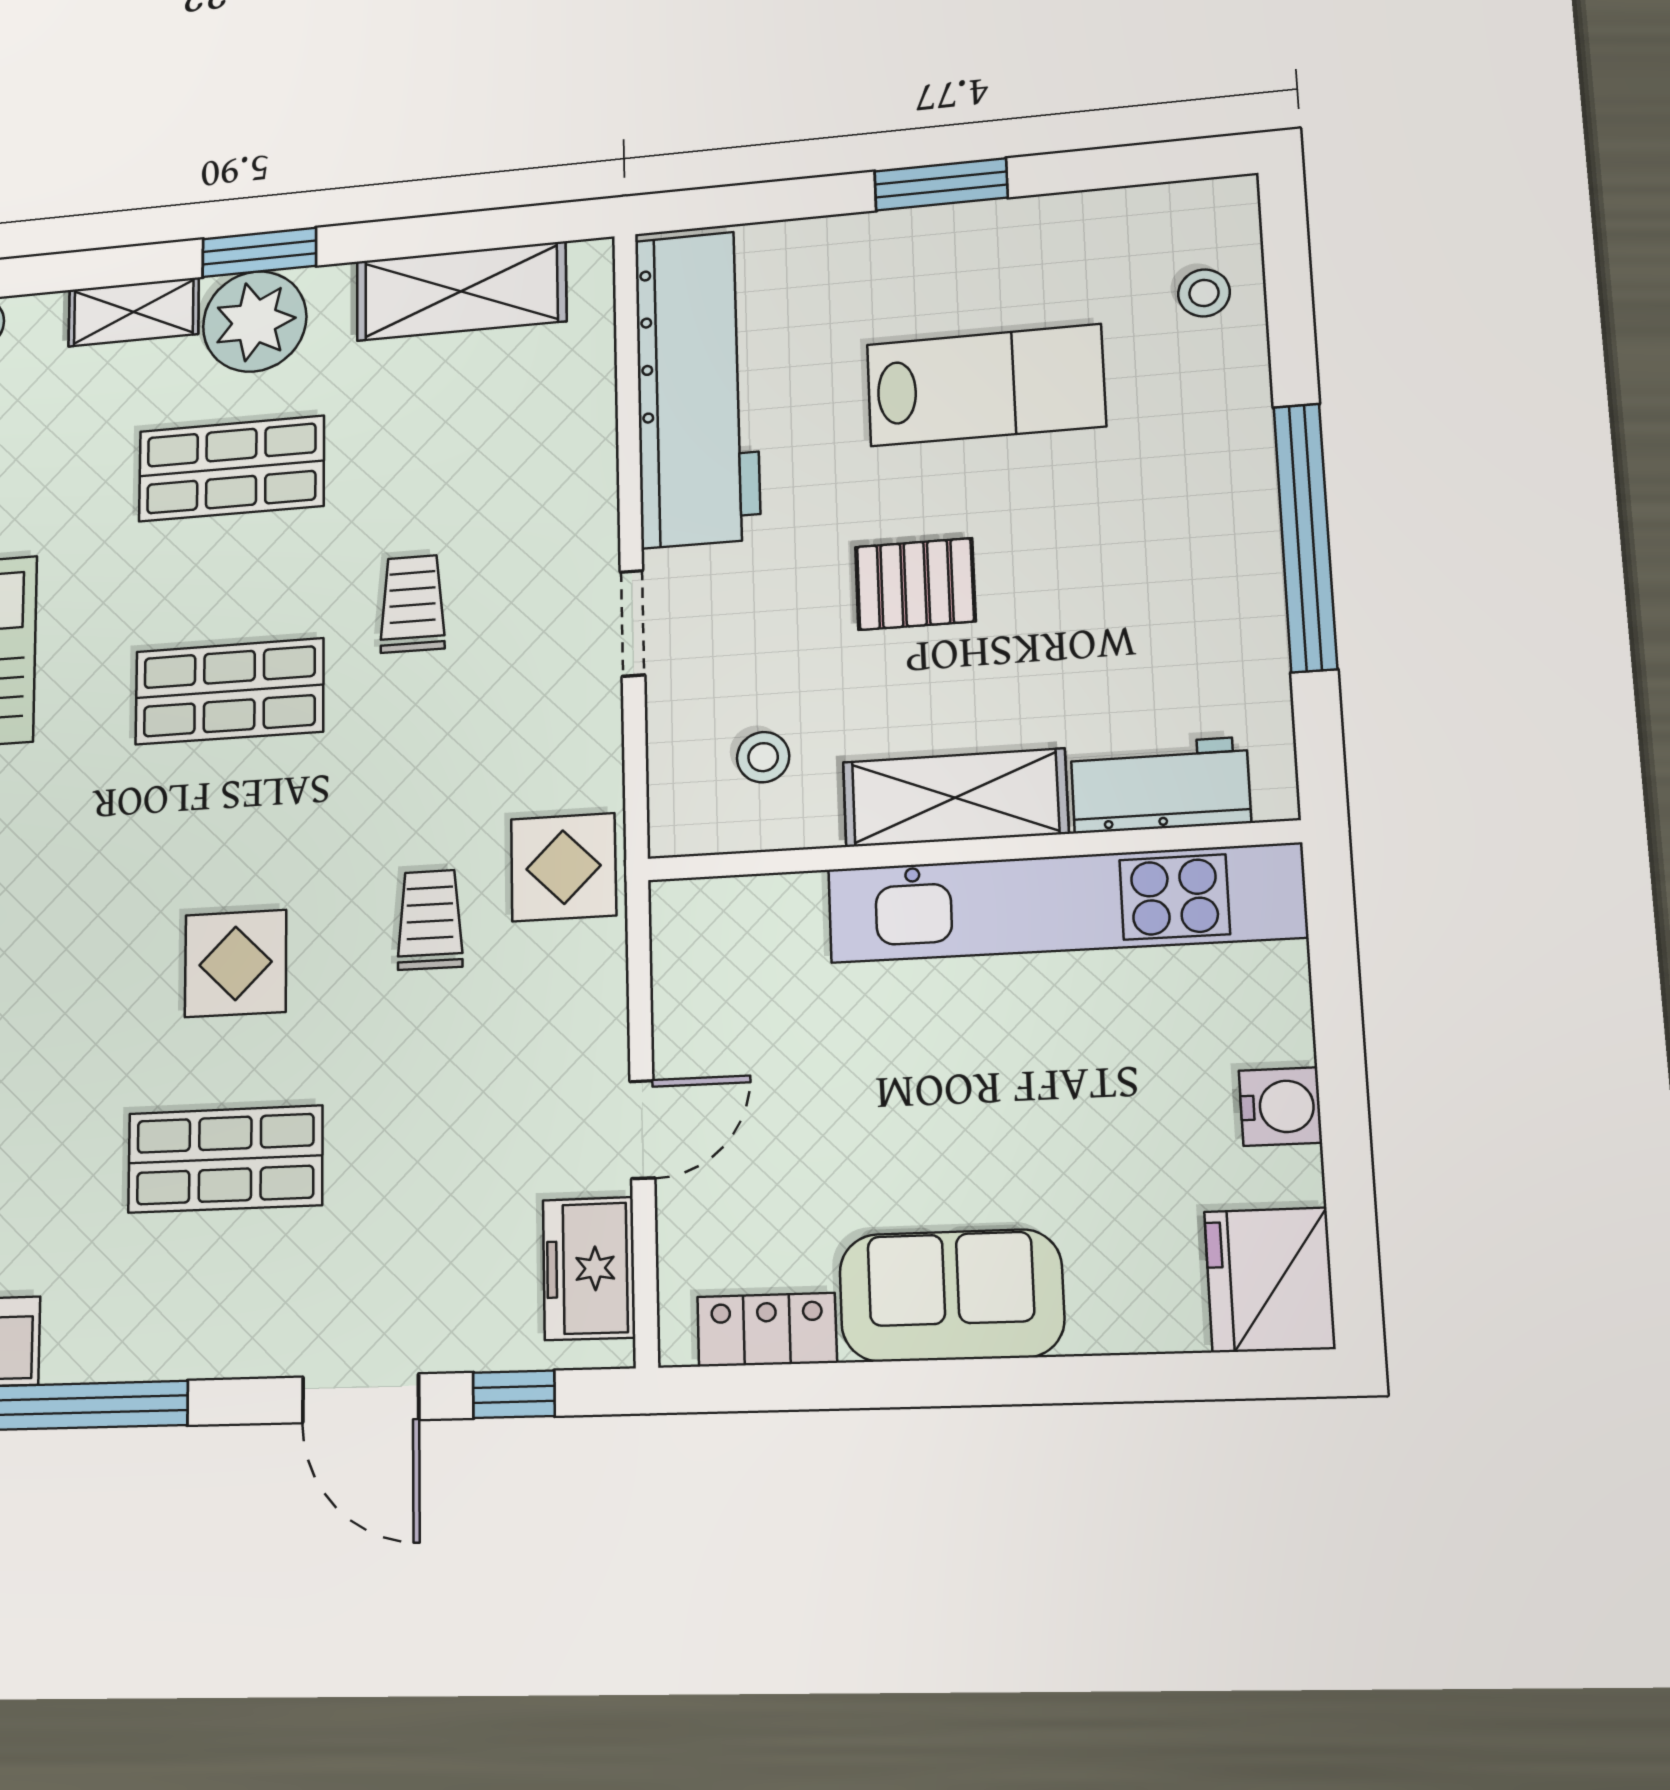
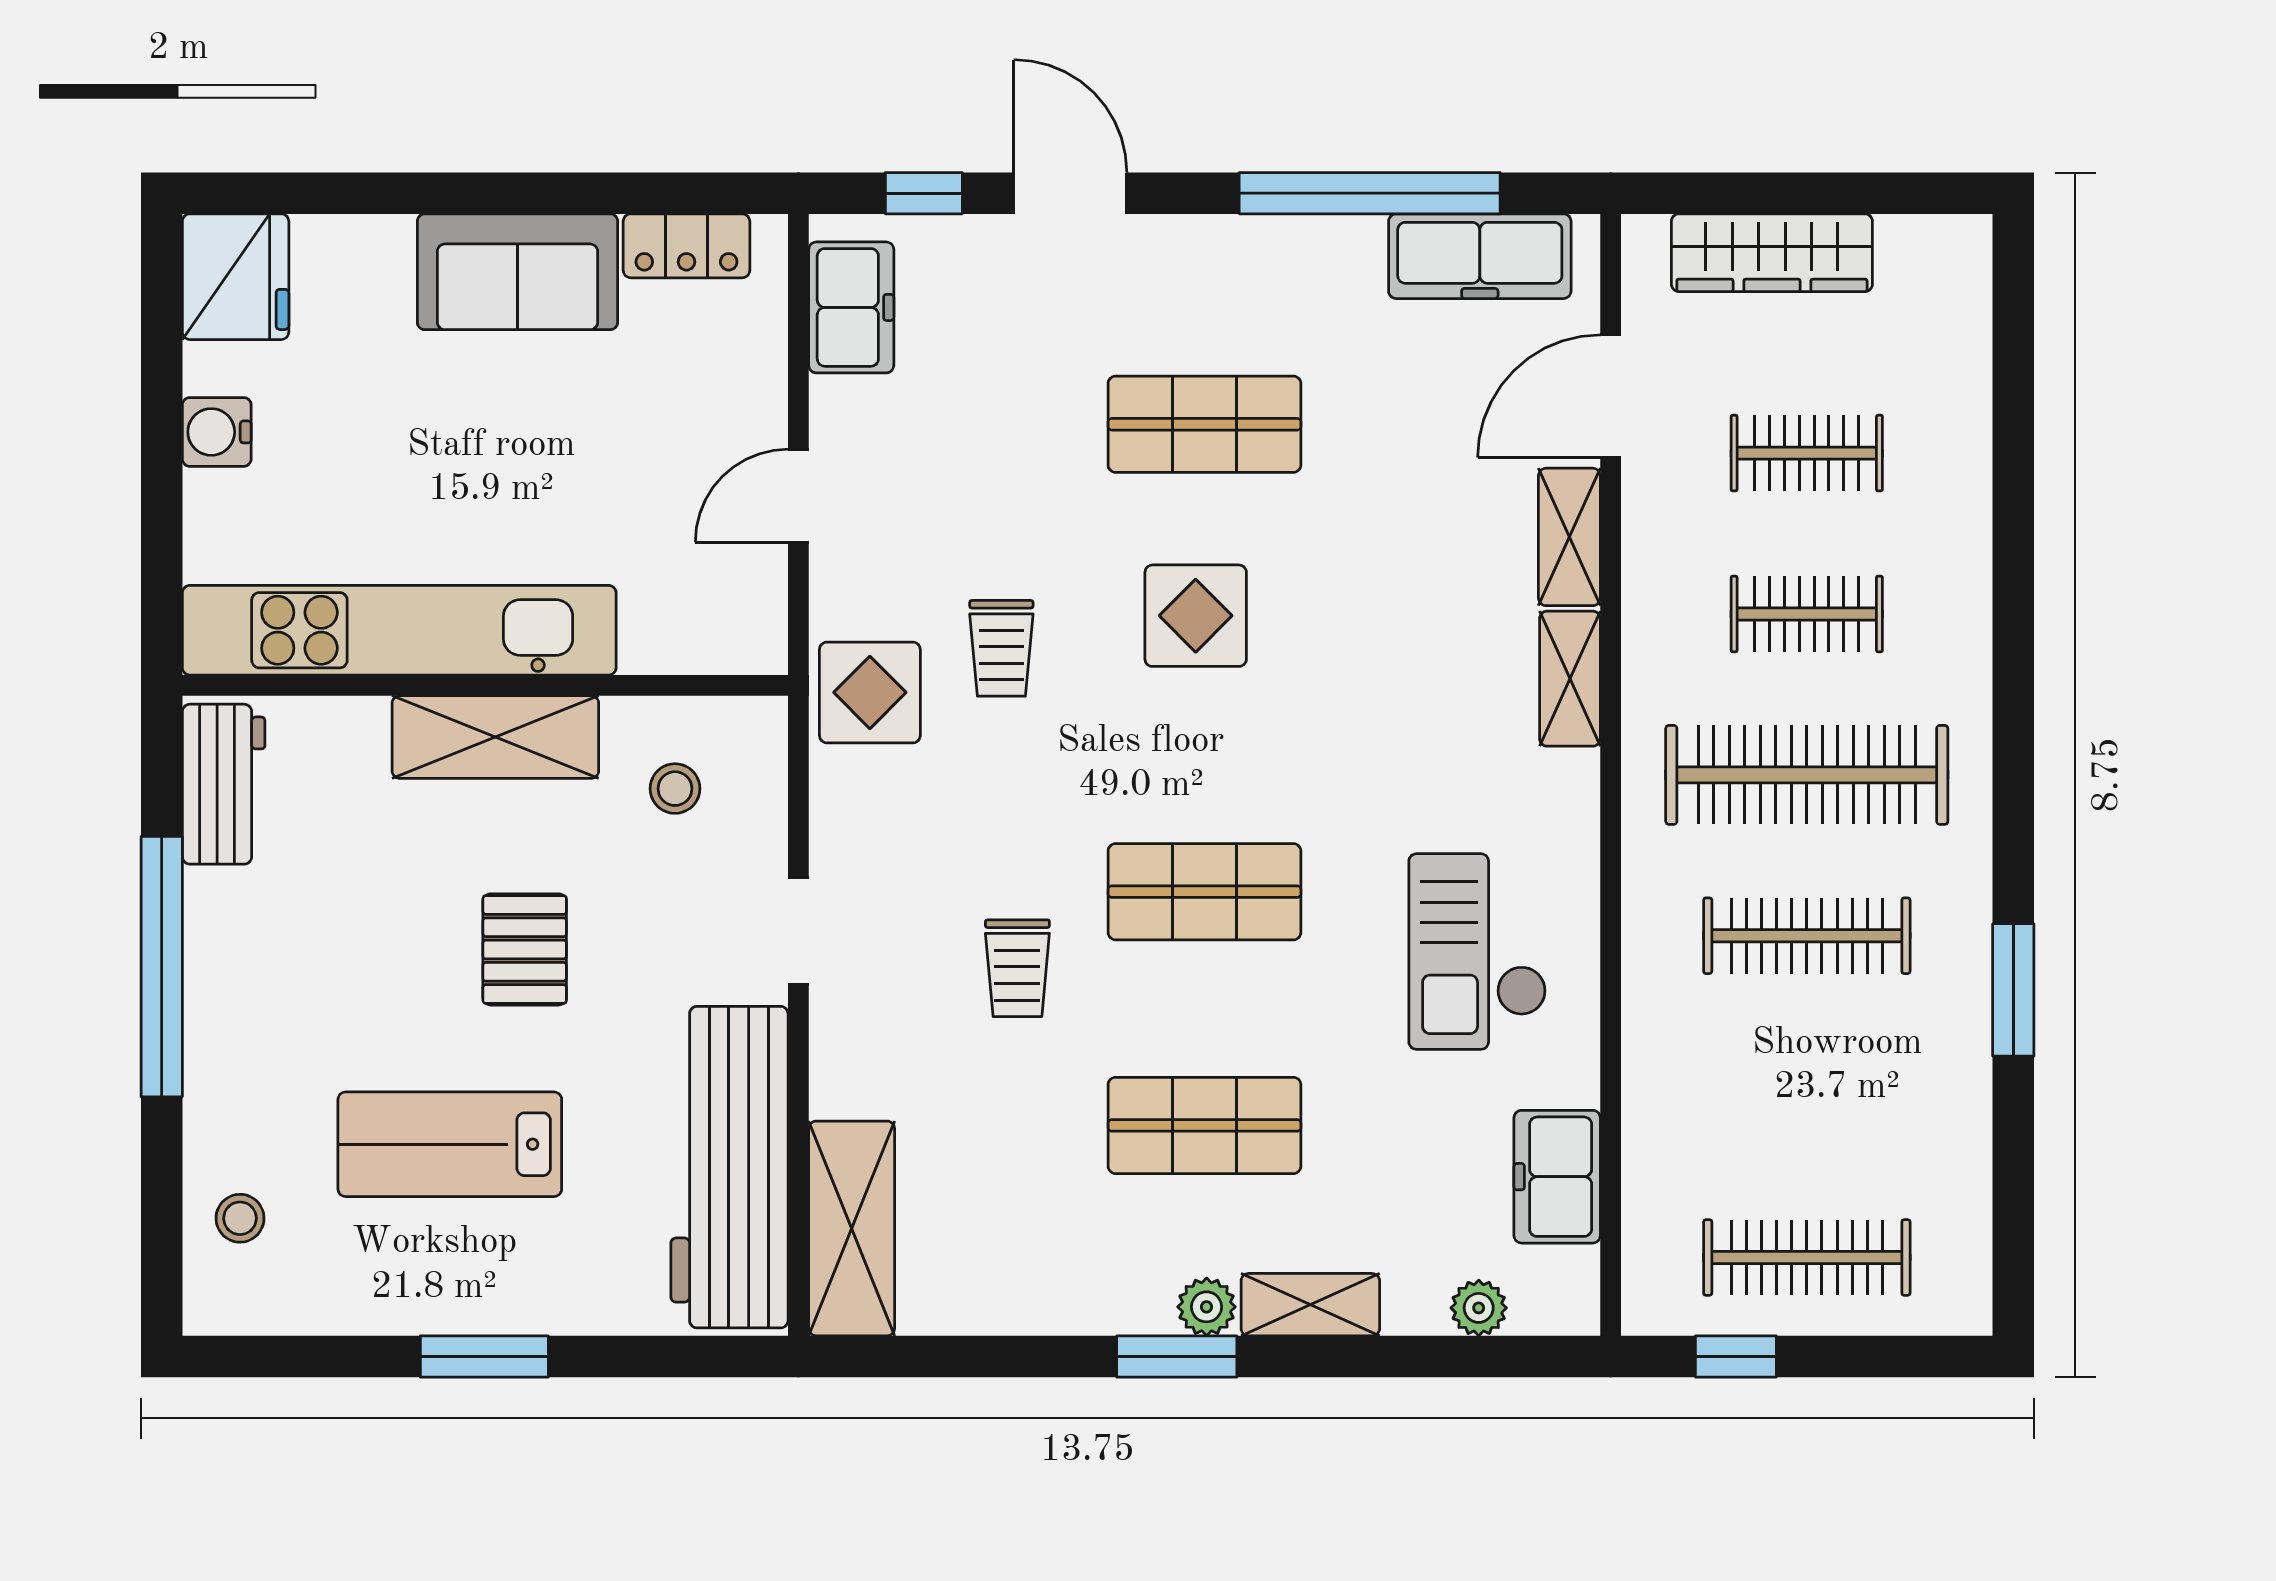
shelving: (461, 291) -> (852, 1228), moved, turned 90
plant: (255, 321) -> (1207, 1307), width x0.53, depth x0.53
pallet: (915, 584) -> (525, 949), turned 90
workbench: (1160, 785) -> (224, 784), moved, turned -90
door: (642, 1130) -> (798, 496), moved

